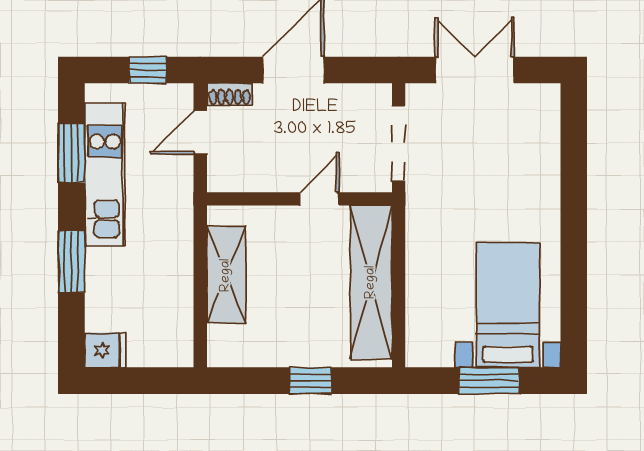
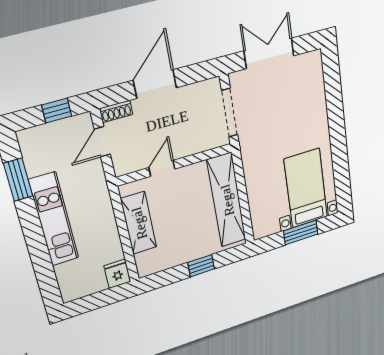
kitchen unit: (105, 174) -> (54, 219), moved
door: (320, 199) -> (162, 168), moved
window: (71, 261) -> (37, 246), removed
fridge: (105, 350) -> (117, 274), moved, turned -90

